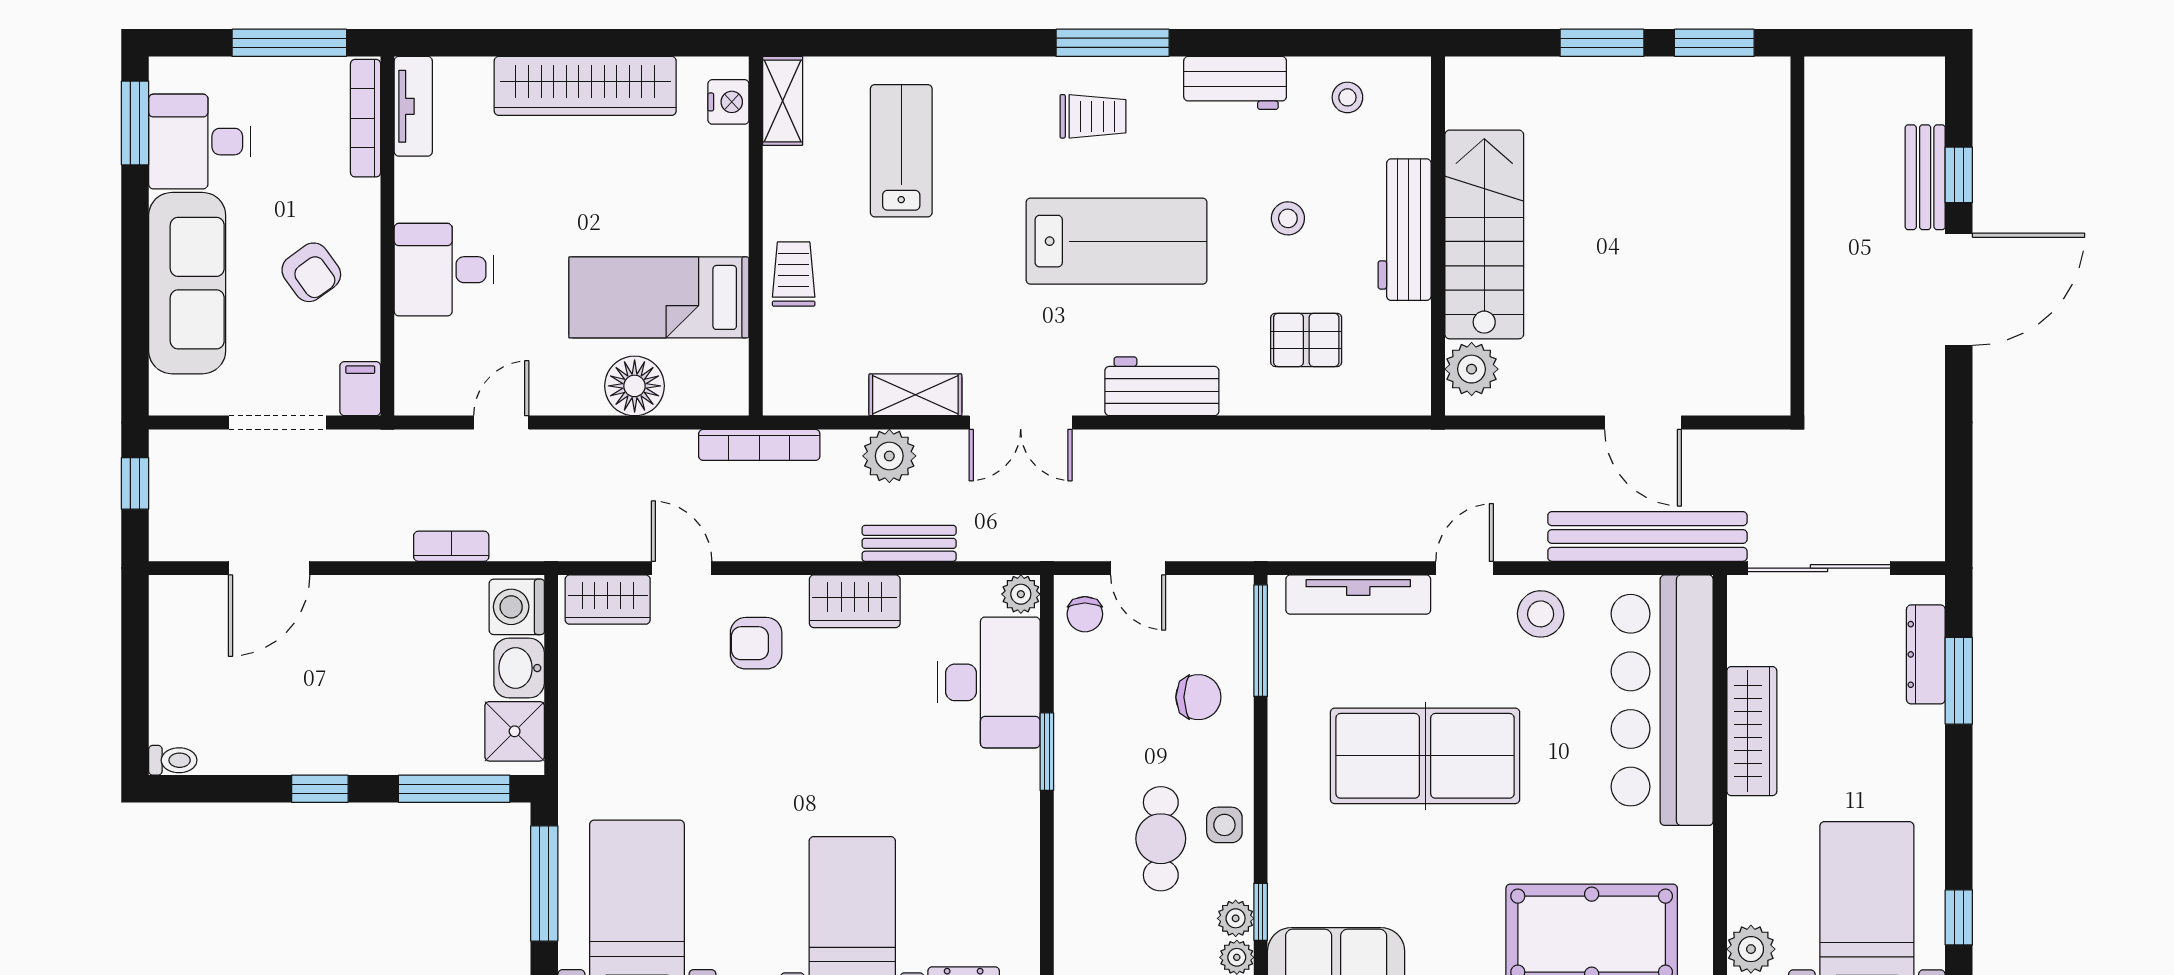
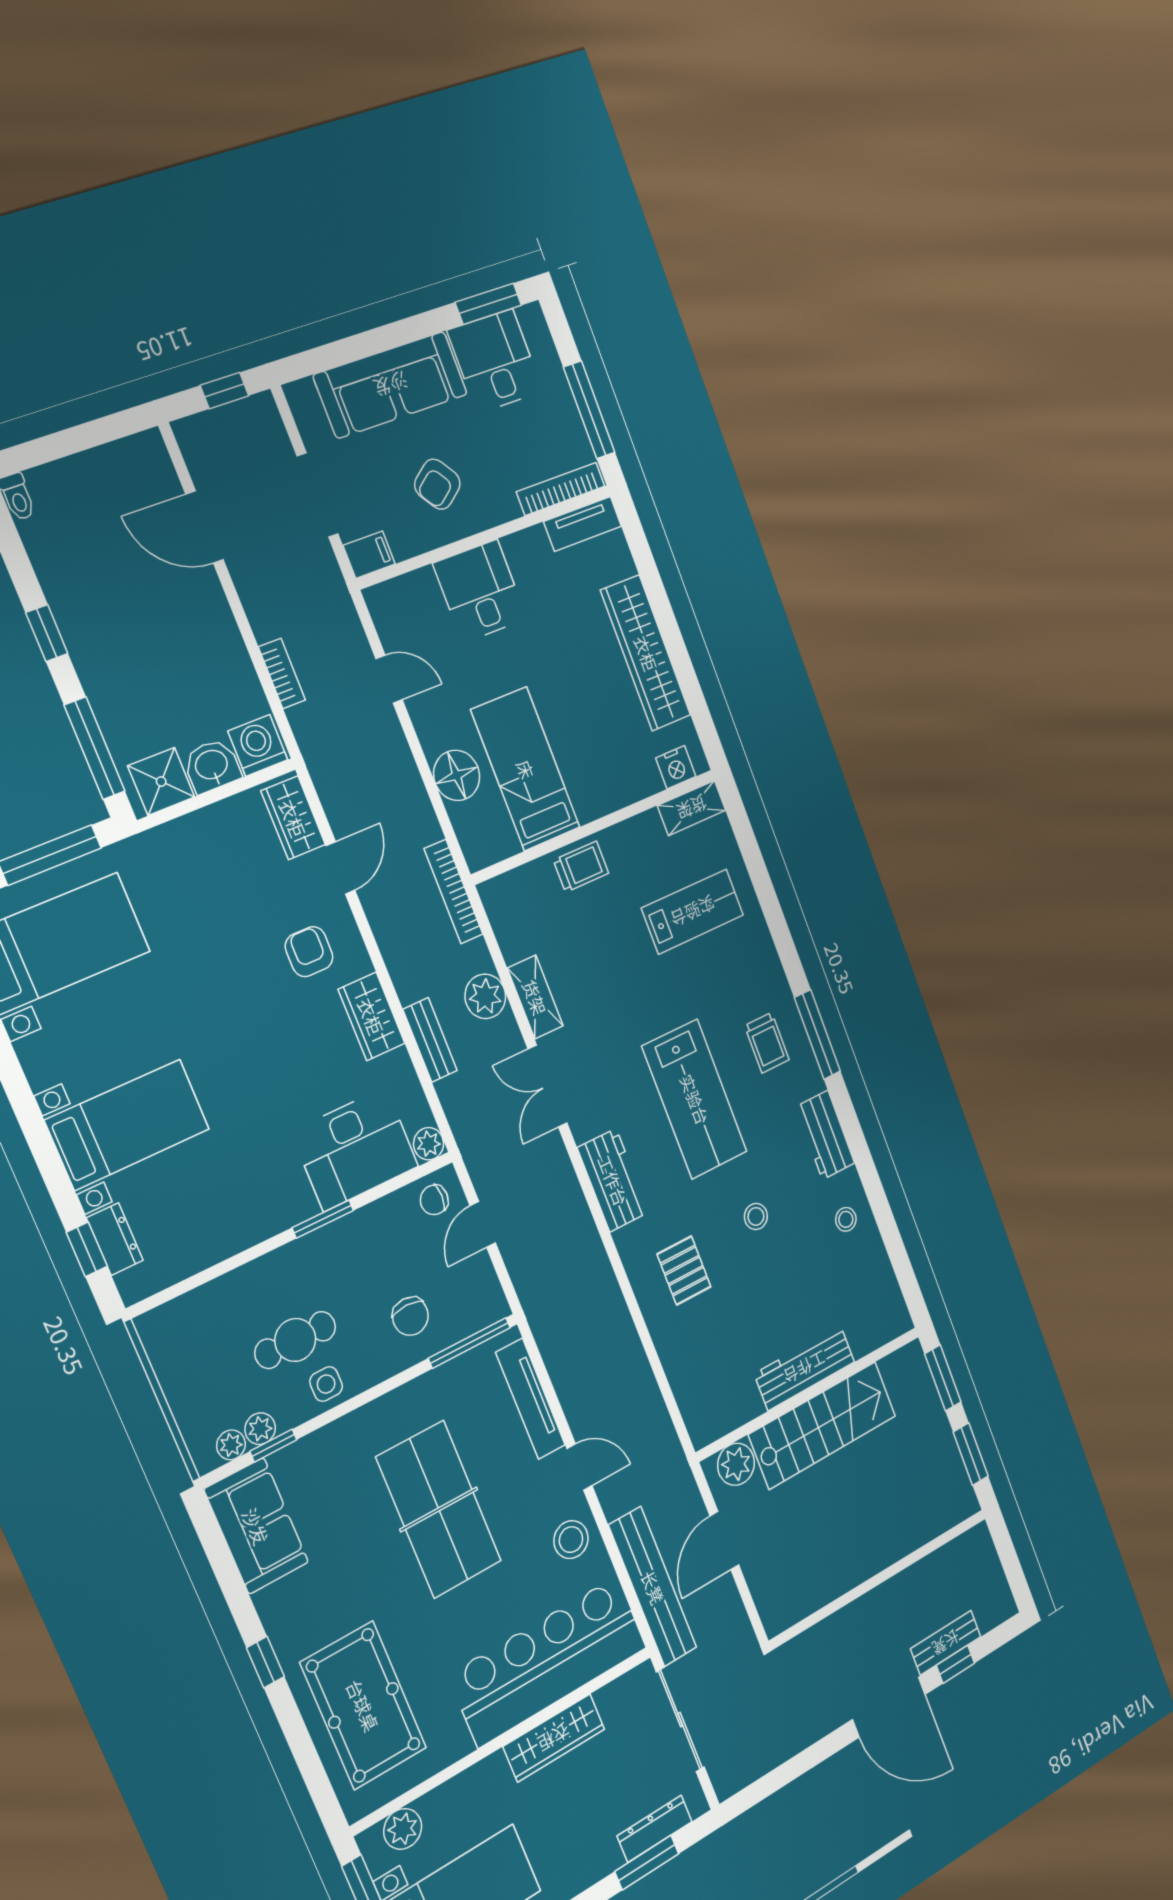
workbench: (1405, 230) -> (805, 1368), moved
stairs: (1484, 234) -> (823, 1425), moved
wall: (1438, 236) -> (809, 1394), moved
plant: (1472, 369) -> (736, 1464), moved

